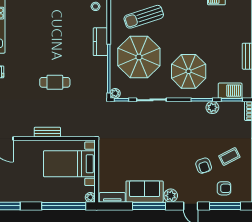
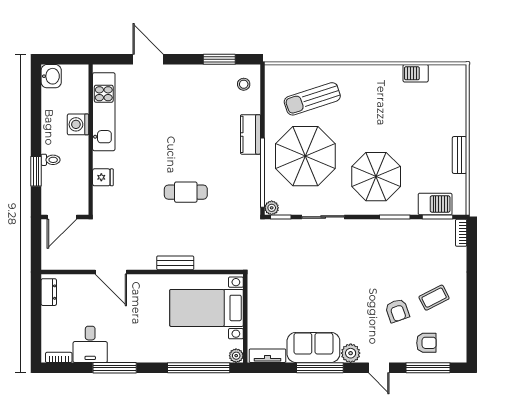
plant: (212, 107) -> (410, 228), removed

